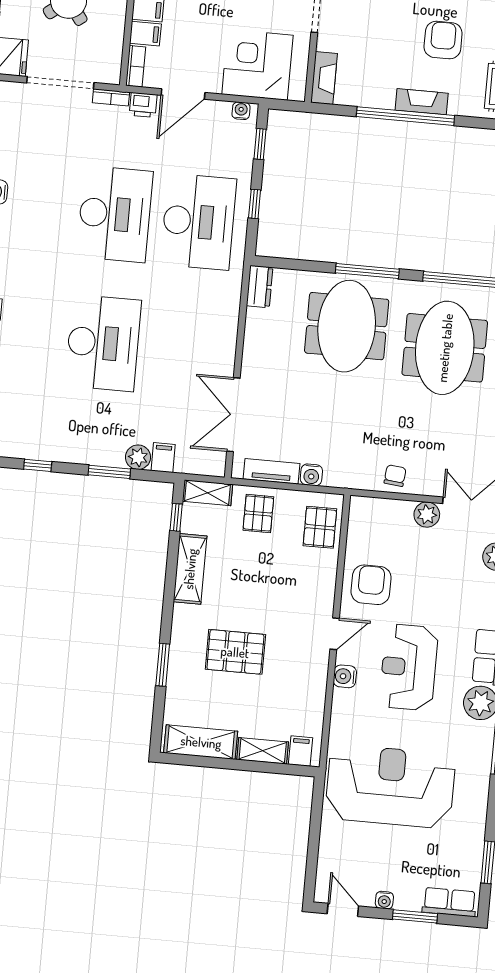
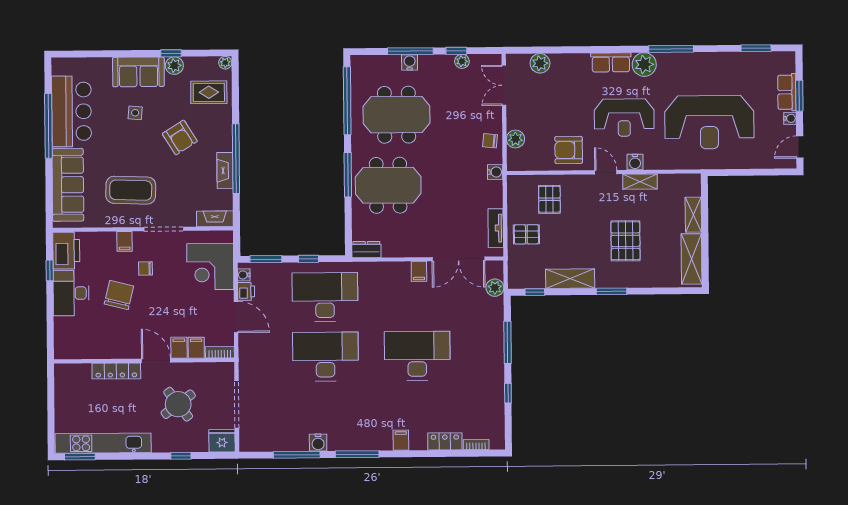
armchair: (443, 40) -> (180, 137), turned -122
bookcase: (111, 97) -> (244, 367), removed
fireplace: (422, 102) -> (225, 171), moved
printer: (143, 105) -> (246, 291), moved
window: (260, 144) -> (266, 259), width x1.50
plant: (138, 457) -> (495, 288), moved
filing cabinet: (163, 458) -> (419, 271), moved, turned -90
window: (109, 472) -> (508, 342), width x1.44
water cooler: (311, 475) -> (495, 172), moved
shelving: (208, 493) -> (640, 182), moved, turned 90
plant: (427, 515) -> (515, 139), moved
pallet: (320, 527) -> (549, 199), moved, turned 90
window: (163, 665) -> (611, 291), moved
filing cabinet: (300, 751) -> (691, 188), removed
reception desk: (390, 786) -> (709, 122), turned -90
row of seats: (449, 902) -> (787, 92), moved

